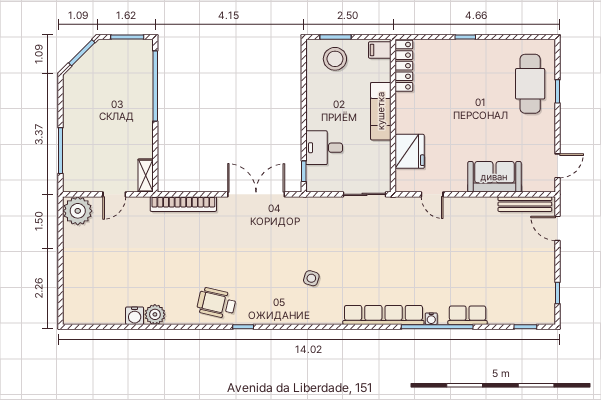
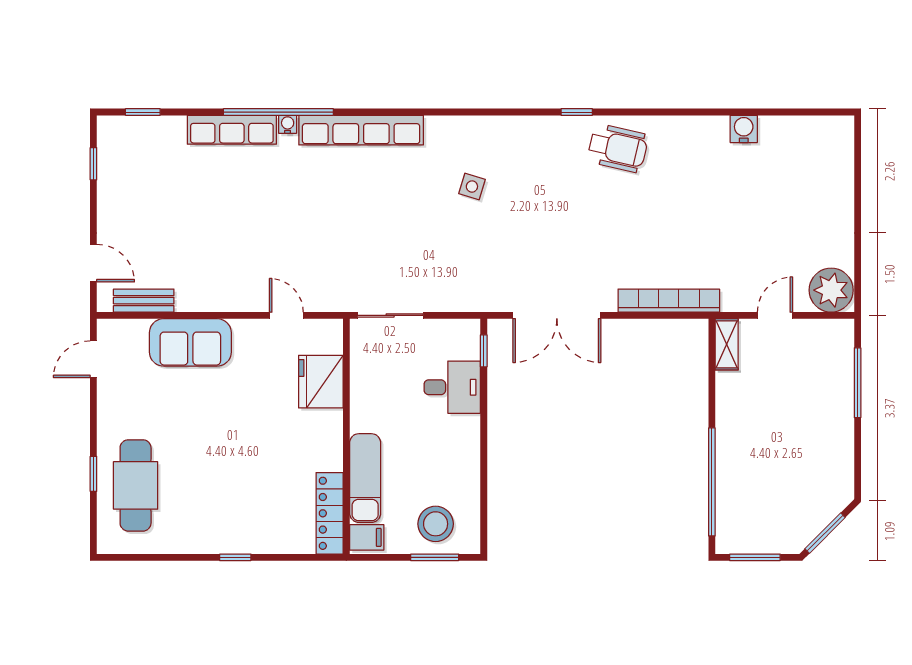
exam couch: (381, 111) -> (365, 478), moved
bench: (525, 204) -> (144, 301), width x0.73
plant: (155, 314) -> (712, 131), removed
row of seats: (468, 315) -> (232, 130), width x1.48

